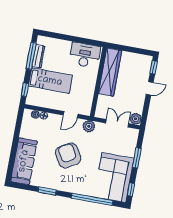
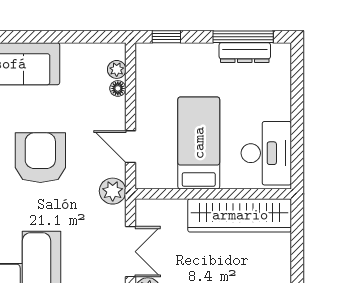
bed: (50, 81) -> (199, 143), moved, turned 180
armchair: (68, 156) -> (40, 158), turned -59

